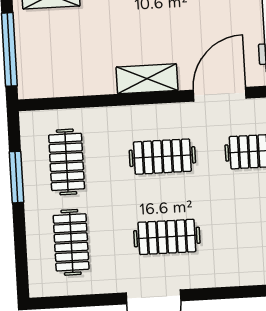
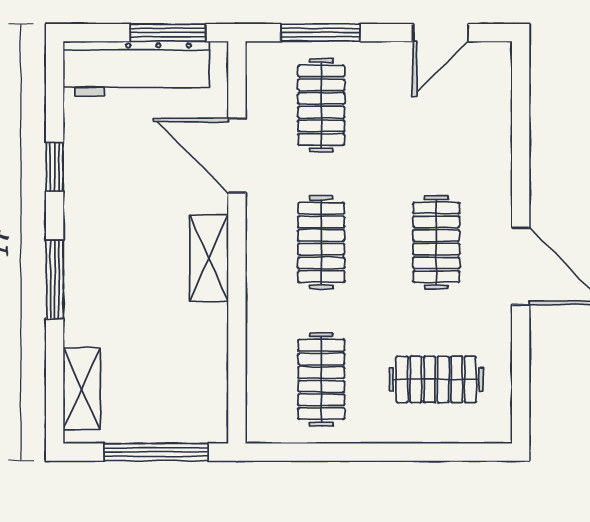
clothes rail: (67, 162) -> (321, 379), turned 90
window: (16, 177) -> (339, 452), removed

